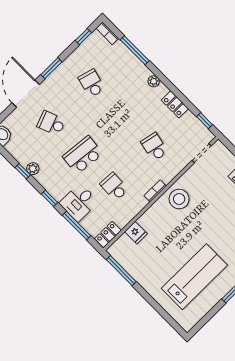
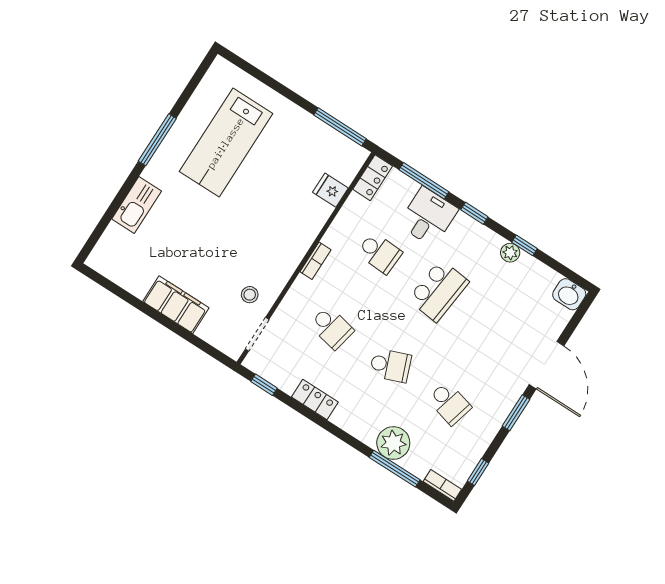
plant: (154, 81) -> (393, 443), moved, width x1.88, depth x1.88
school desk: (51, 123) -> (390, 365), moved
stool: (179, 199) -> (250, 295), moved, width x0.53, depth x0.53

